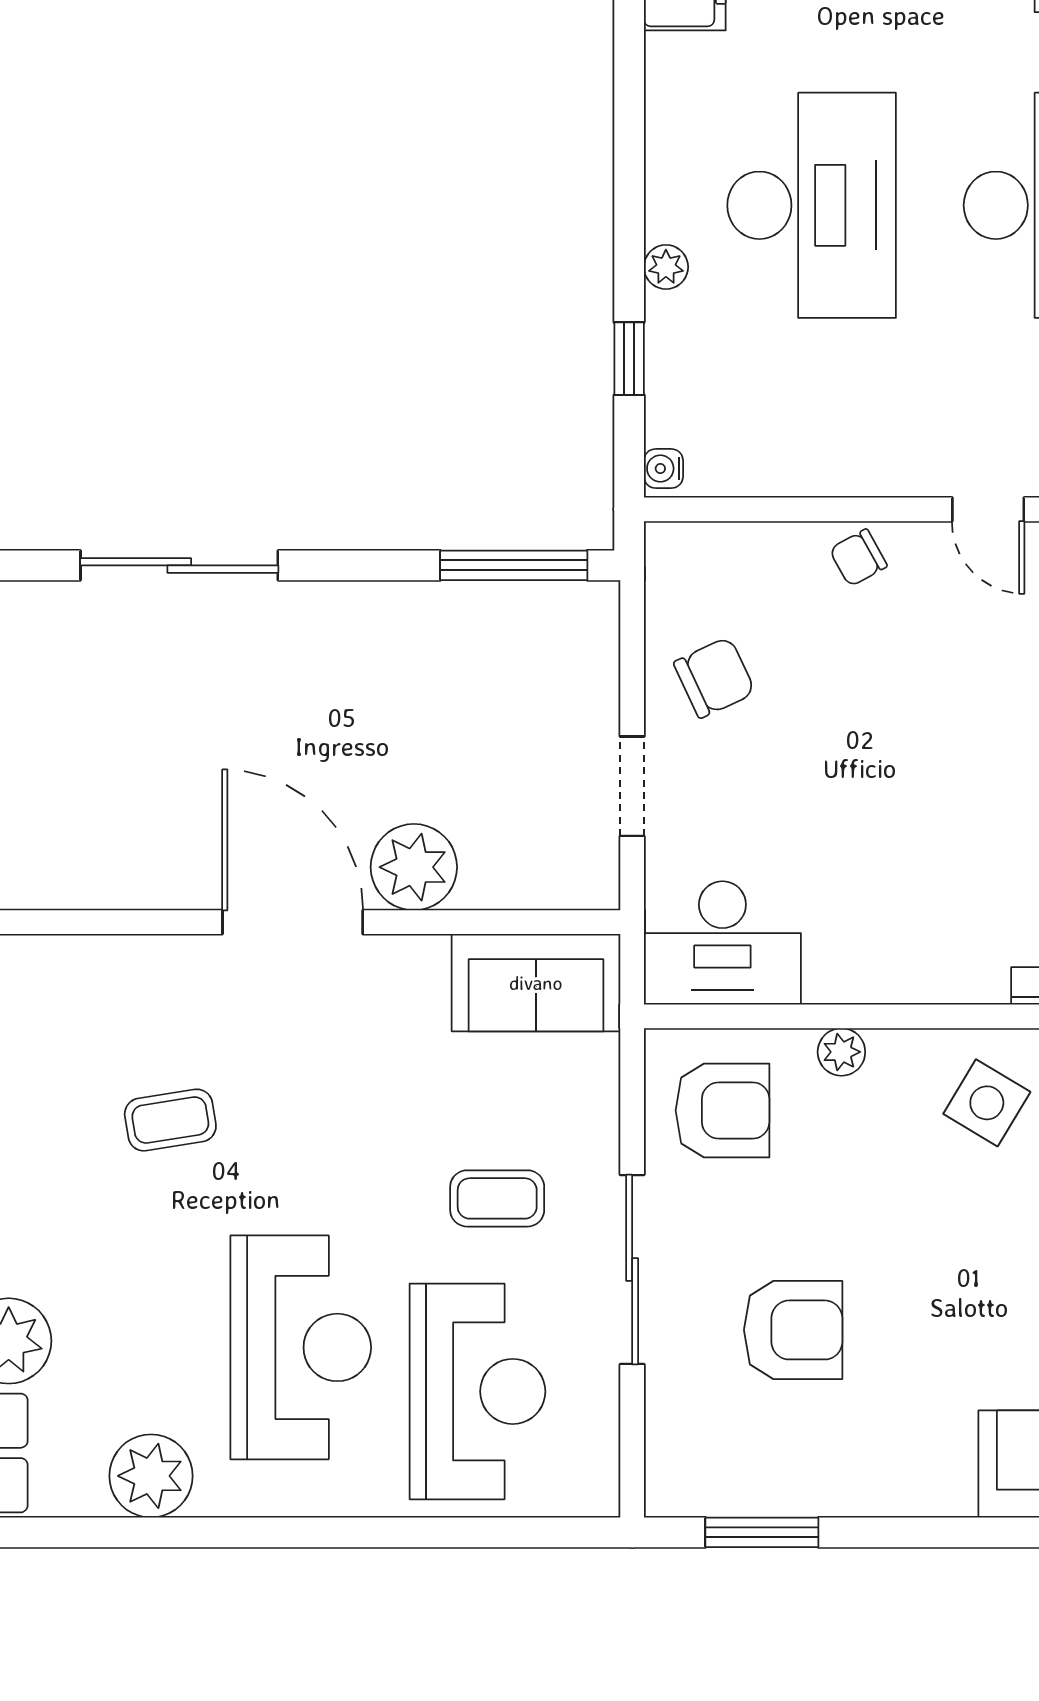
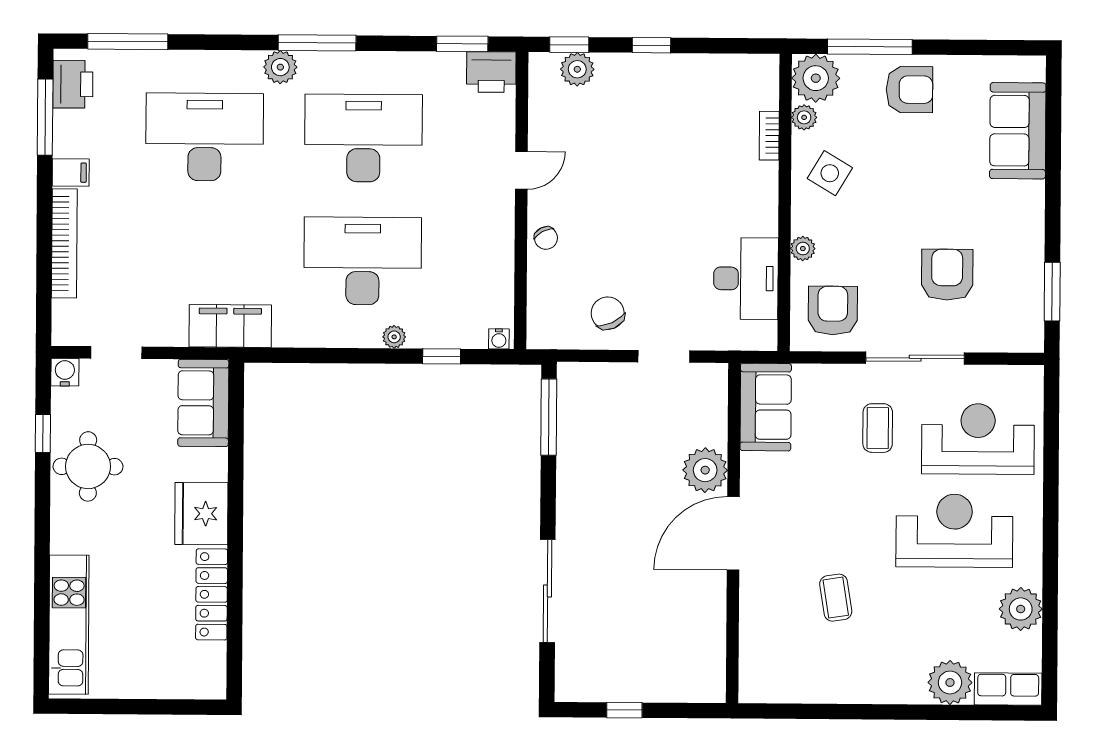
desk: (722, 943) -> (746, 279), moved

